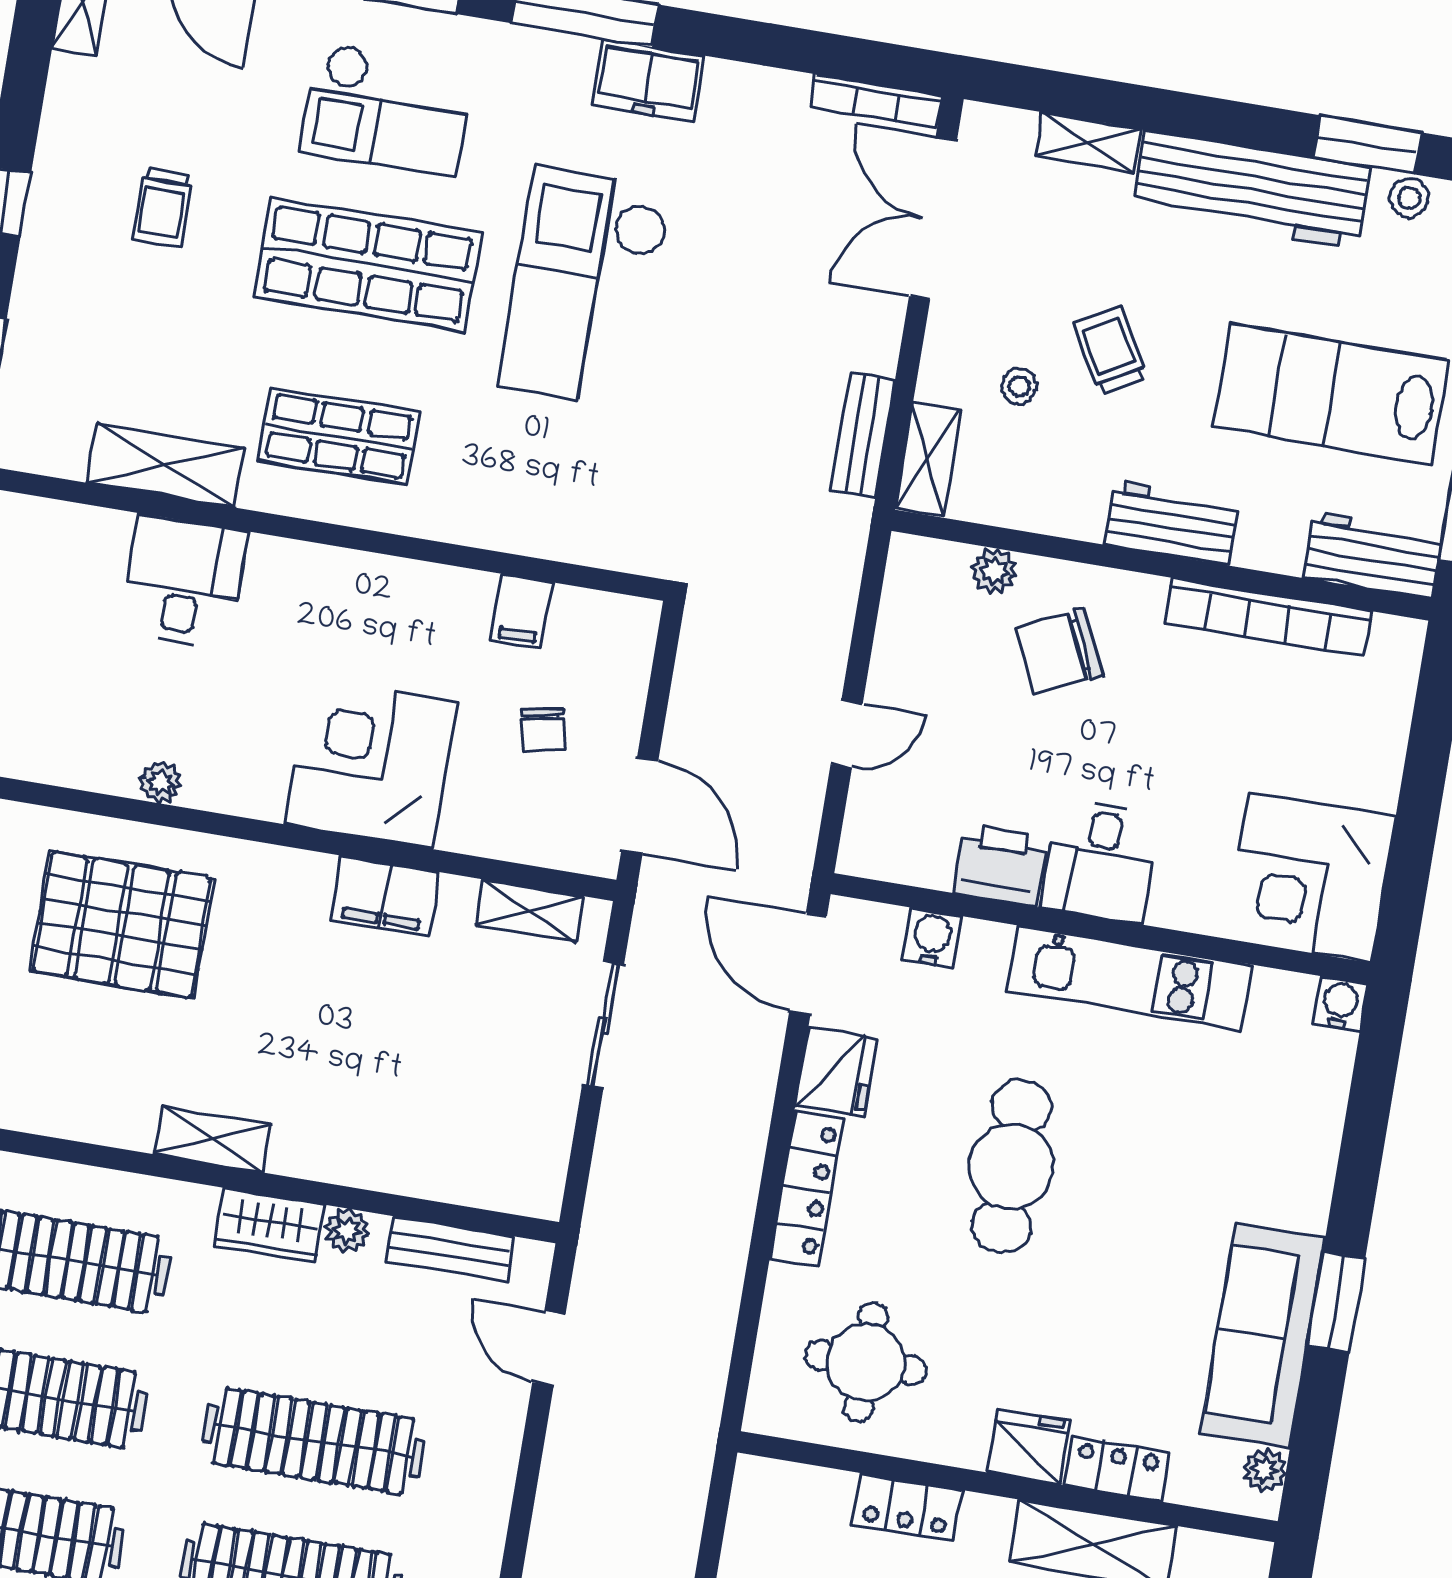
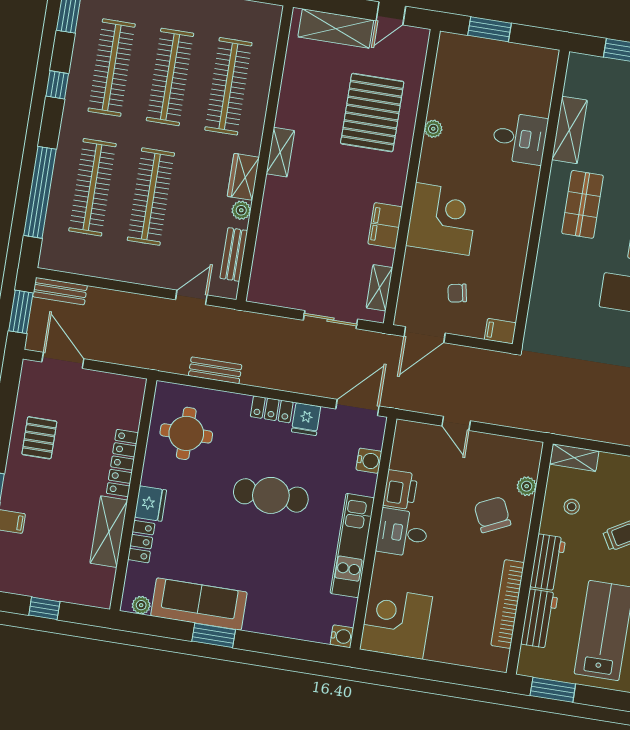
stool: (1020, 386) -> (572, 507), moved
bench: (863, 435) -> (215, 370), moved
workbench: (1373, 555) -> (539, 619), moved
filing cabinet: (521, 611) -> (500, 331), moved
fridge: (836, 1072) -> (306, 419), width x0.72
locker: (807, 1189) -> (272, 409), width x0.66
locker: (907, 1507) -> (122, 463), width x1.53

